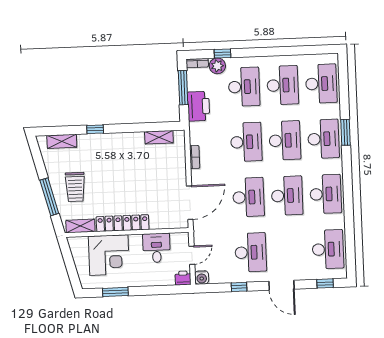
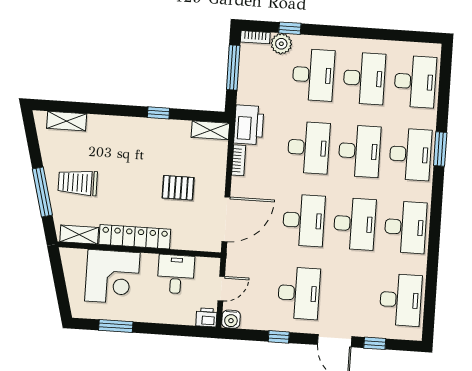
printer: (198, 106) -> (249, 125), moved
window: (95, 129) -> (158, 113), moved
shelving: (159, 137) -> (210, 130), moved
pallet: (151, 183) -> (178, 188), added
trolley: (75, 187) -> (78, 183), turned 90
window: (325, 283) -> (375, 343), moved

